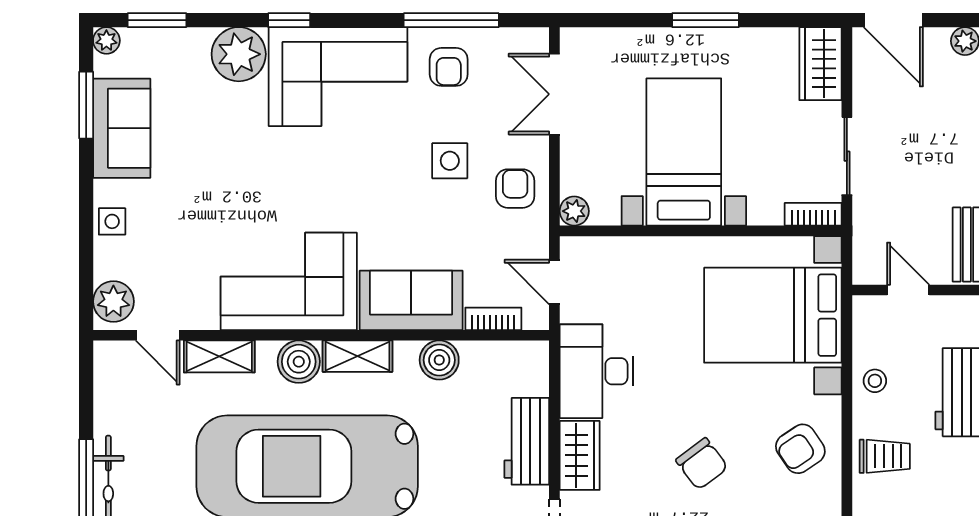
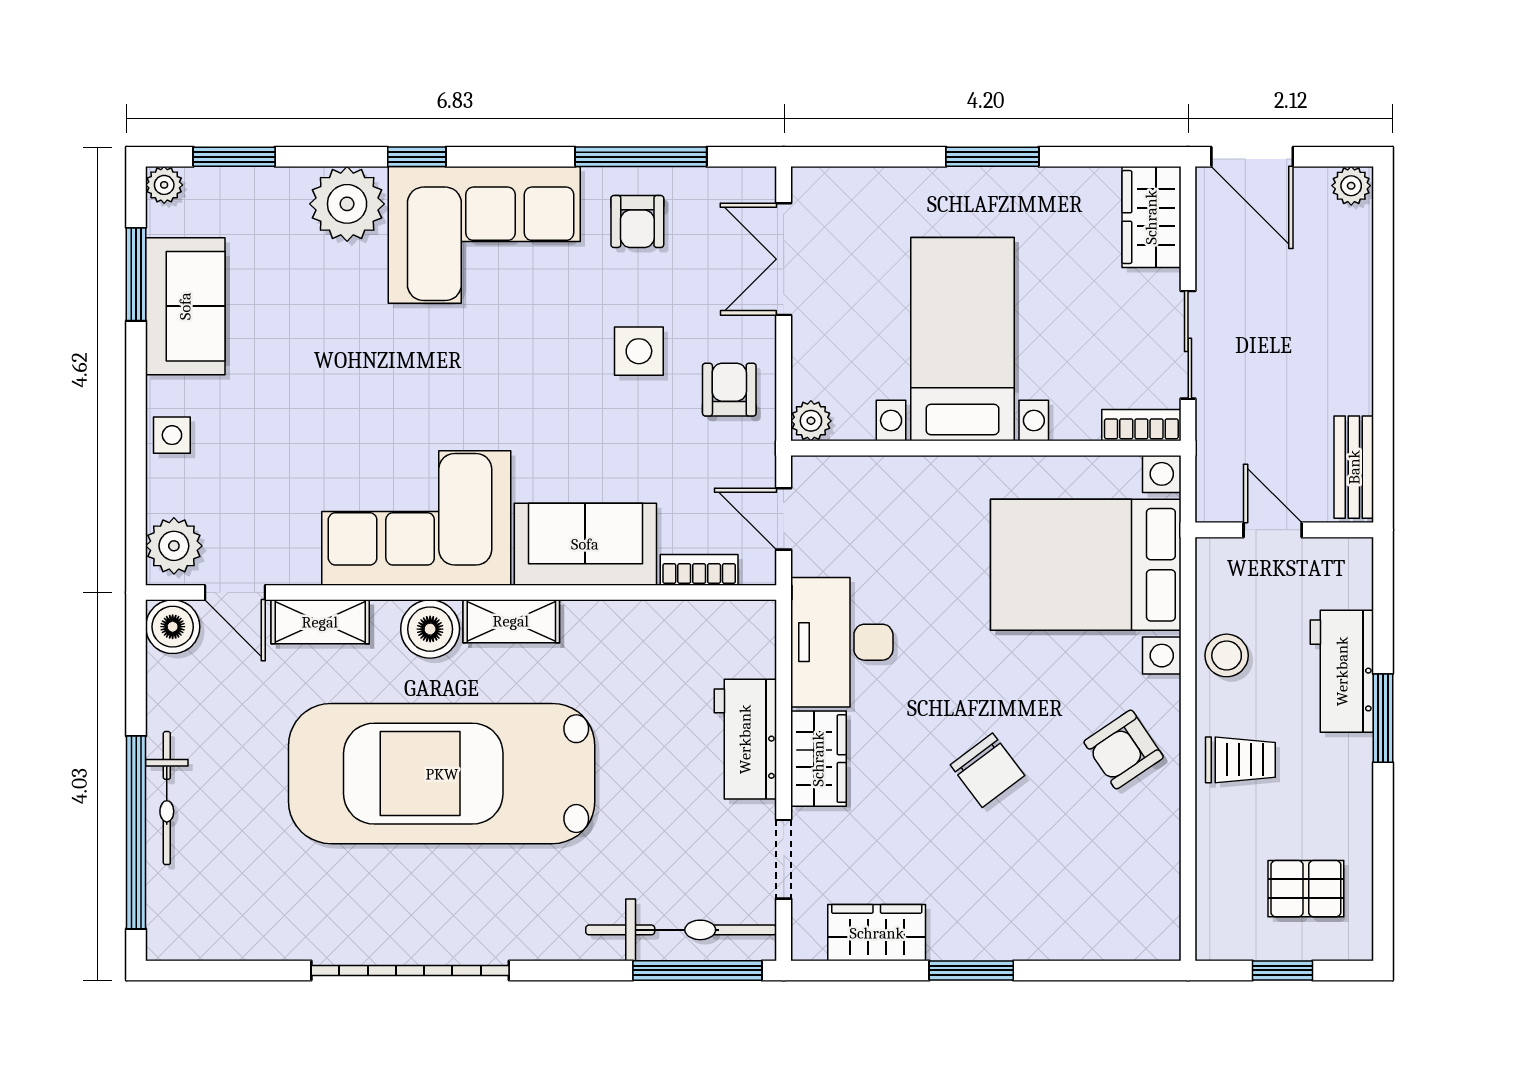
boiler: (439, 360) -> (173, 627), moved
stool: (875, 381) -> (1227, 655), width x1.37, depth x1.37

